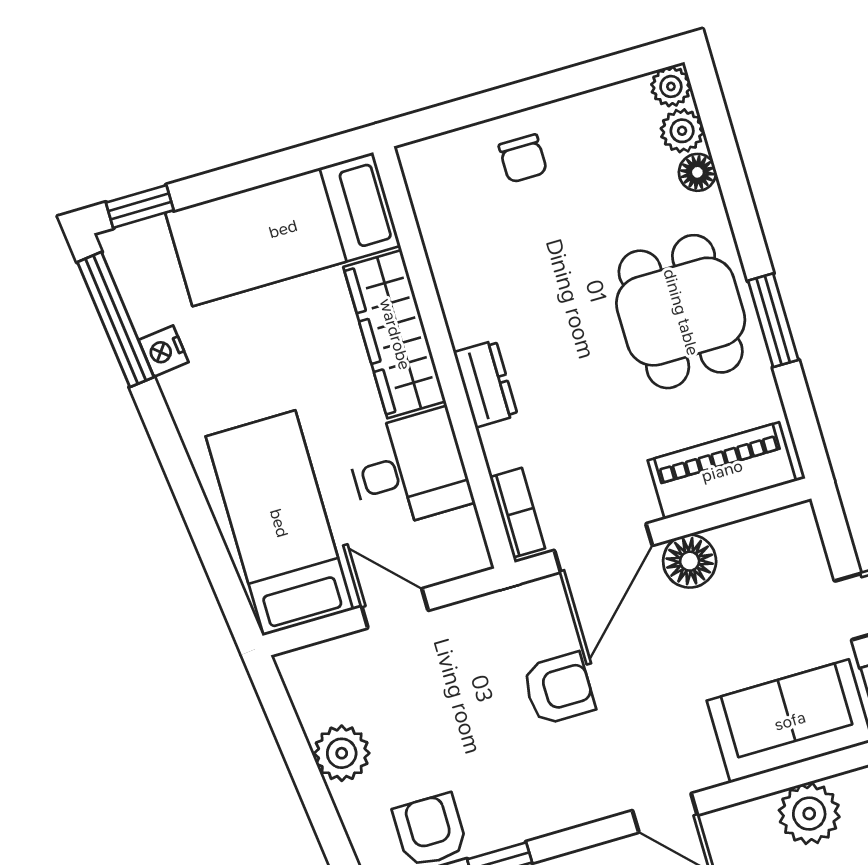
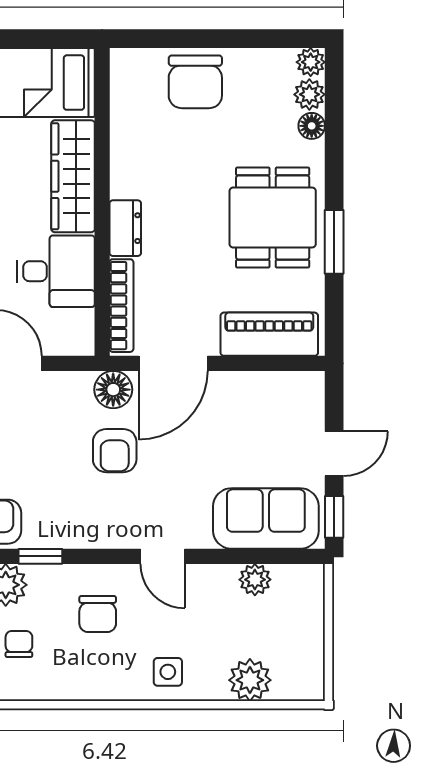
chair: (523, 158) -> (195, 82), width x1.87, depth x1.87
bookcase: (517, 513) -> (121, 306), width x1.56
floor lamp: (690, 561) -> (113, 390), moved
armchair: (559, 689) -> (115, 451), turned 90
plant: (809, 814) -> (255, 580), width x0.73, depth x0.73

